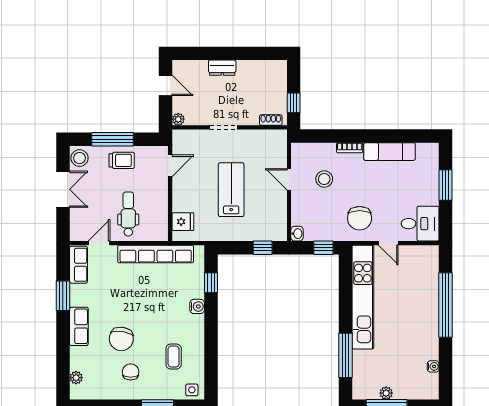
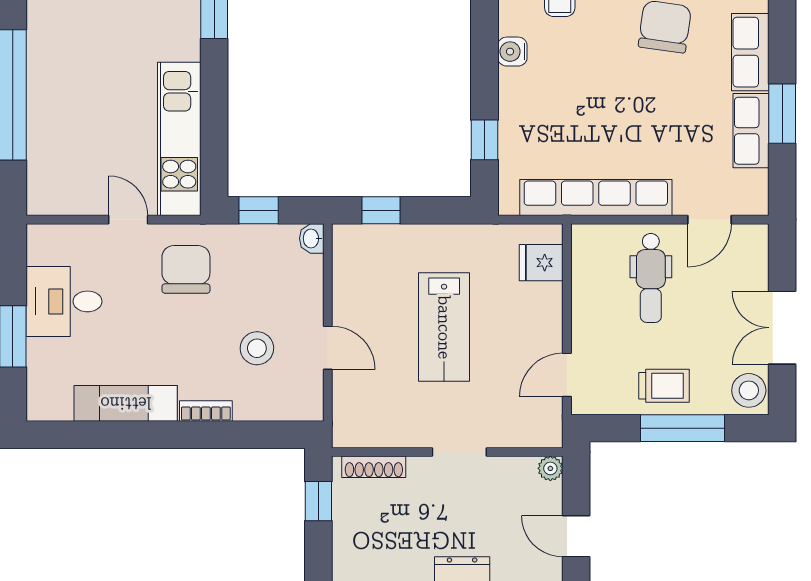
shoe rack: (271, 120) -> (374, 467), width x1.43
trolley: (122, 160) -> (664, 386), turned 180
desk: (420, 224) -> (64, 301), moved
row of seats: (78, 265) -> (751, 131), moved
kitchen unit: (363, 297) -> (179, 139), width x0.73
water cooler: (197, 306) -> (512, 52), moved

